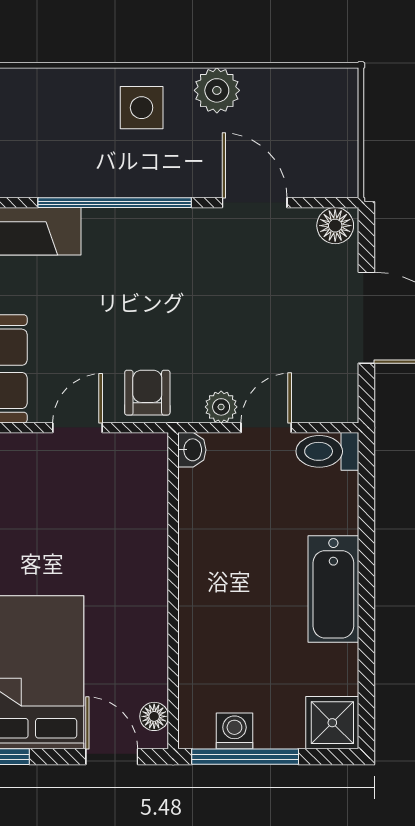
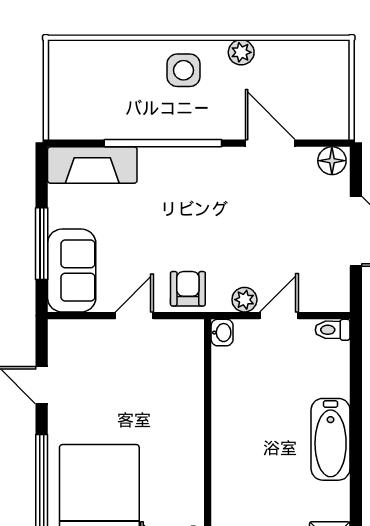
plant: (217, 90) -> (241, 52), width x0.73, depth x0.73
toilet: (327, 451) -> (333, 330), width x0.73, depth x0.72

